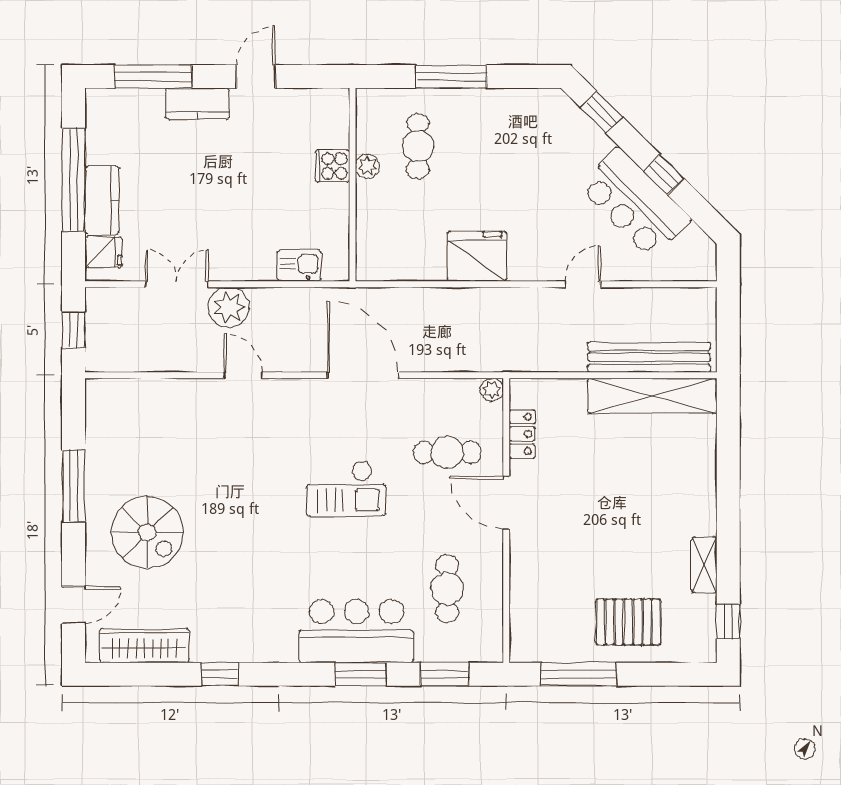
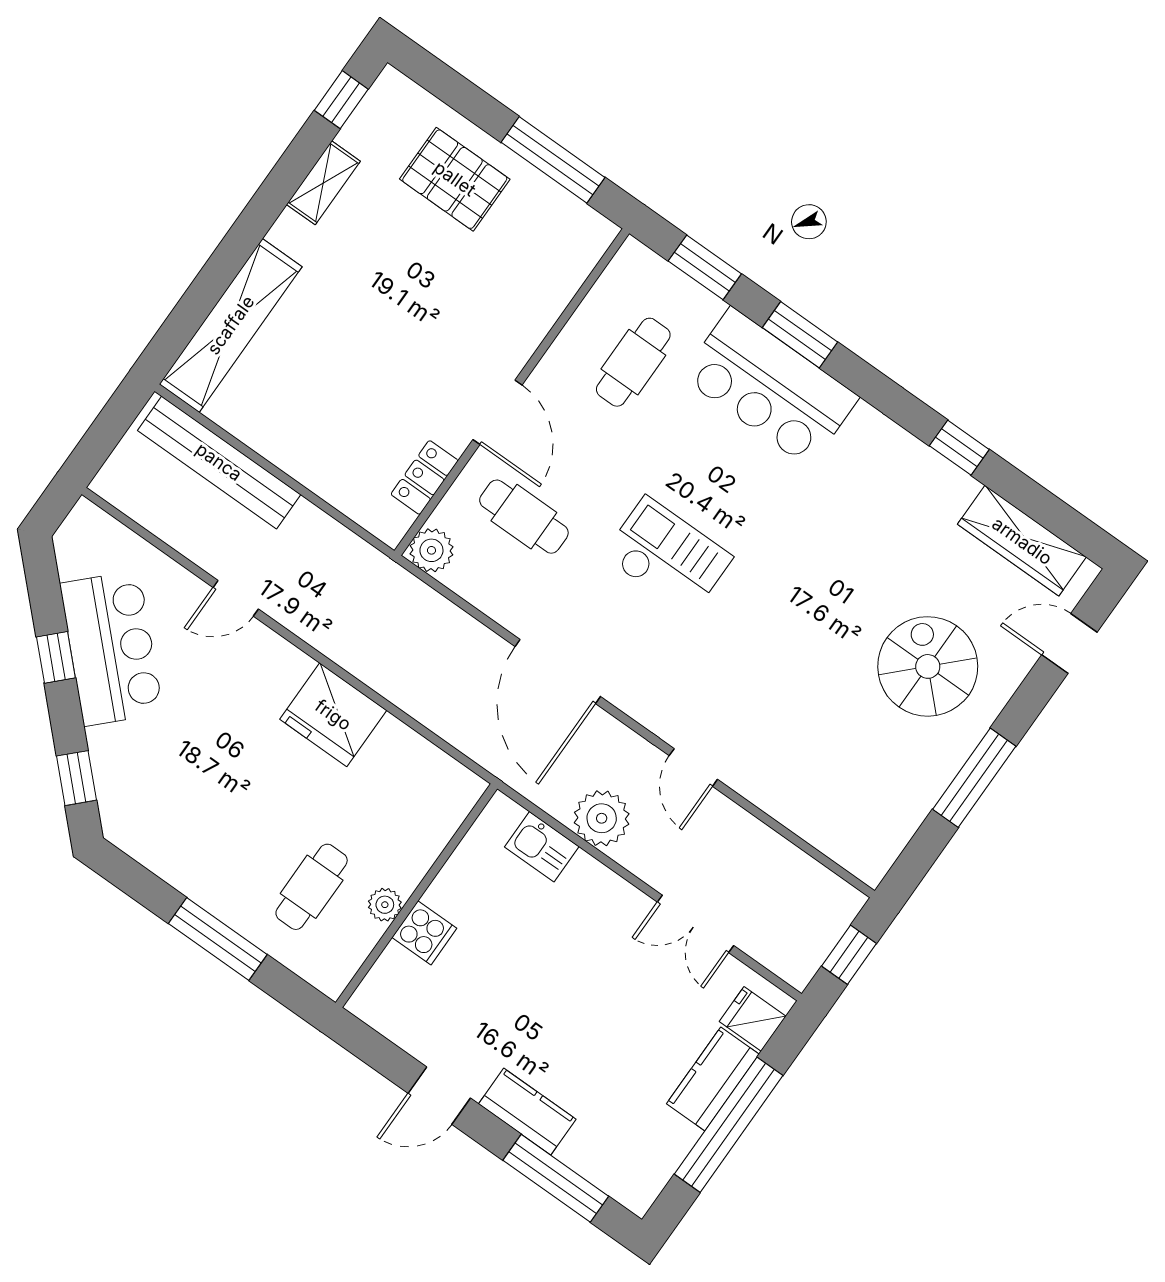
plant: (229, 307) -> (602, 818), moved
plant: (492, 390) -> (431, 550), width x1.38, depth x1.38
shelving: (652, 396) -> (231, 325), moved, turned 90

